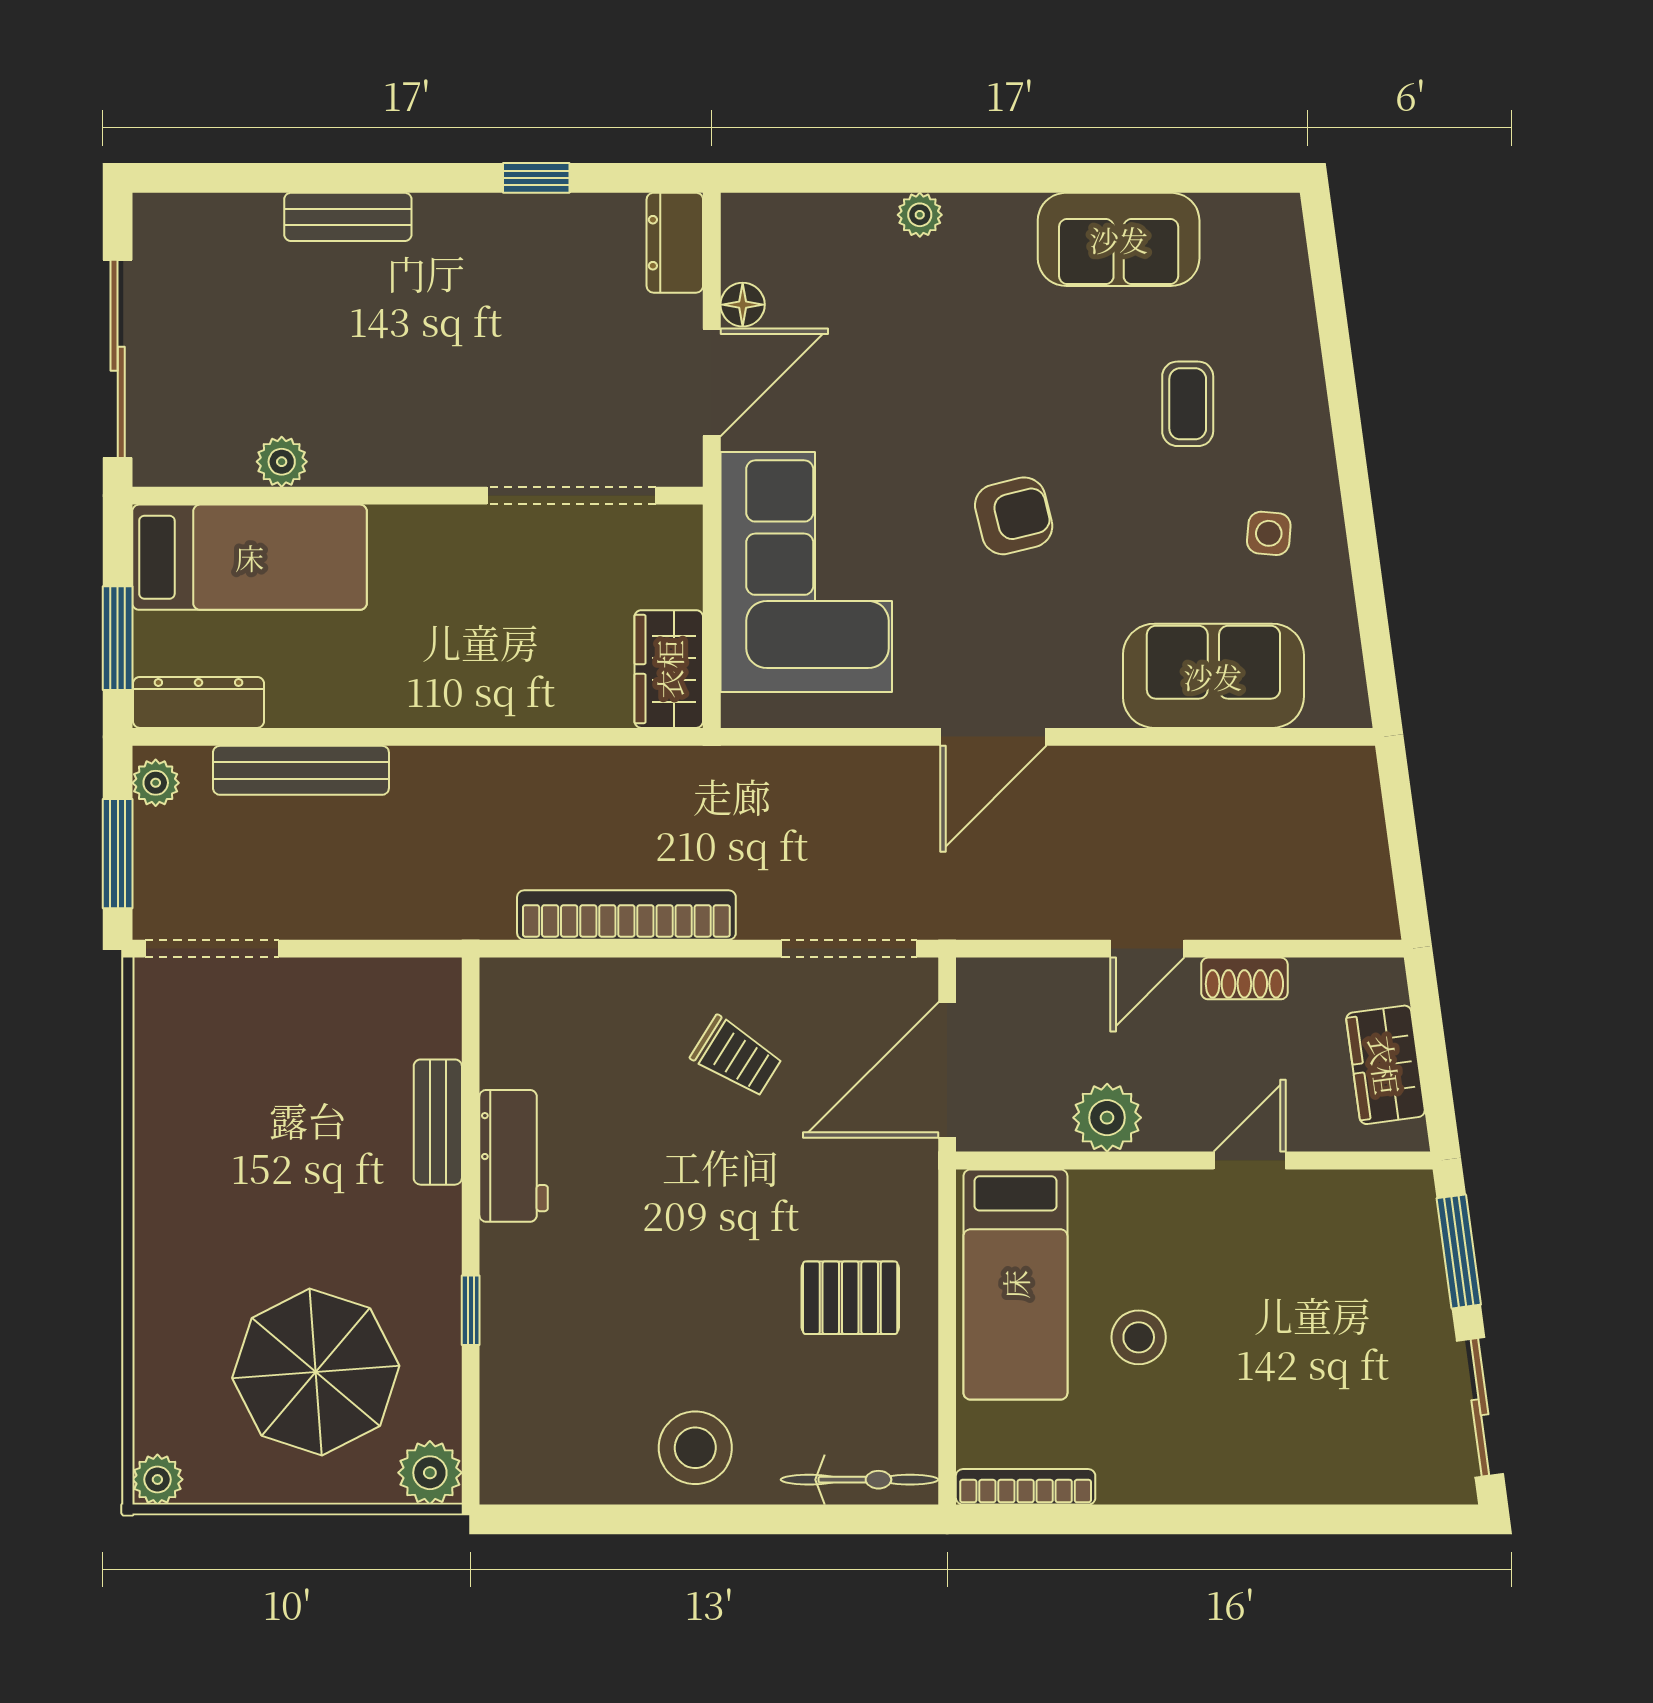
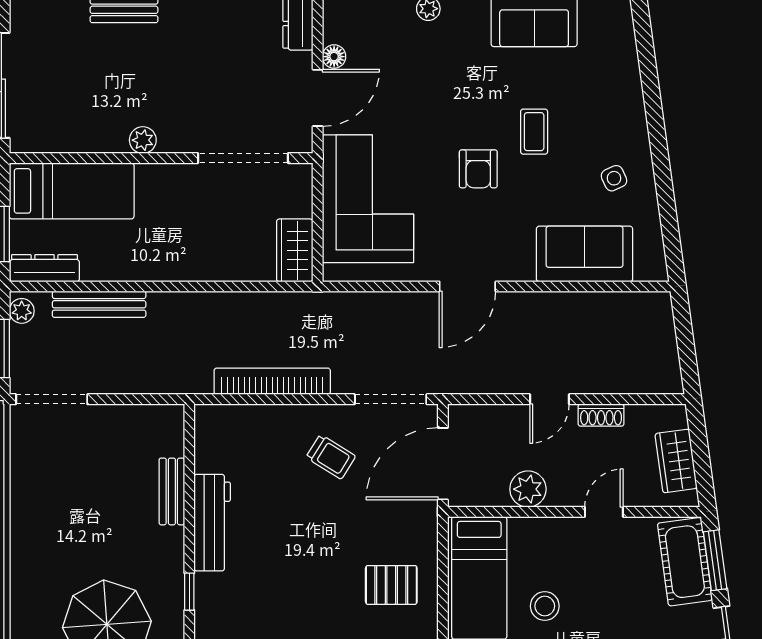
coffee table: (1188, 404) -> (534, 132), moved
plant: (282, 462) -> (143, 140), moved
armchair: (1014, 516) -> (478, 169), turned 104
side table: (1269, 533) -> (614, 178), turned -30
workbench: (514, 1156) -> (212, 523), width x1.38
cot: (1402, 1254) -> (685, 562), added

